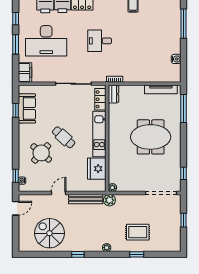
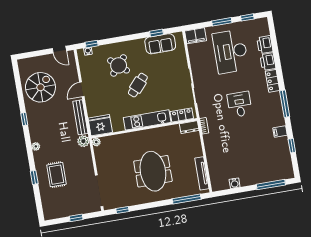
fridge: (97, 169) -> (100, 125), moved
door: (58, 193) -> (82, 89), swing flipped

